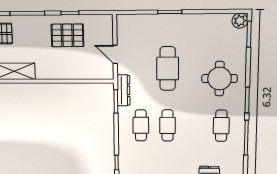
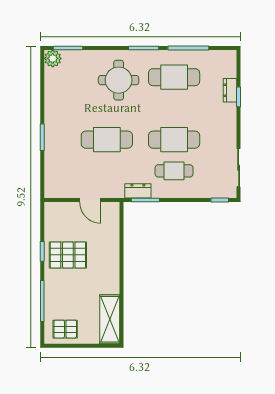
pallet: (67, 35) -> (68, 255), turned 90
door: (115, 54) -> (90, 200), hinge flipped
dresser: (123, 90) -> (138, 191), width x0.70
cafe table: (167, 125) -> (174, 140), width x1.37, depth x1.35
cafe table: (221, 126) -> (174, 77), width x1.37, depth x1.35

